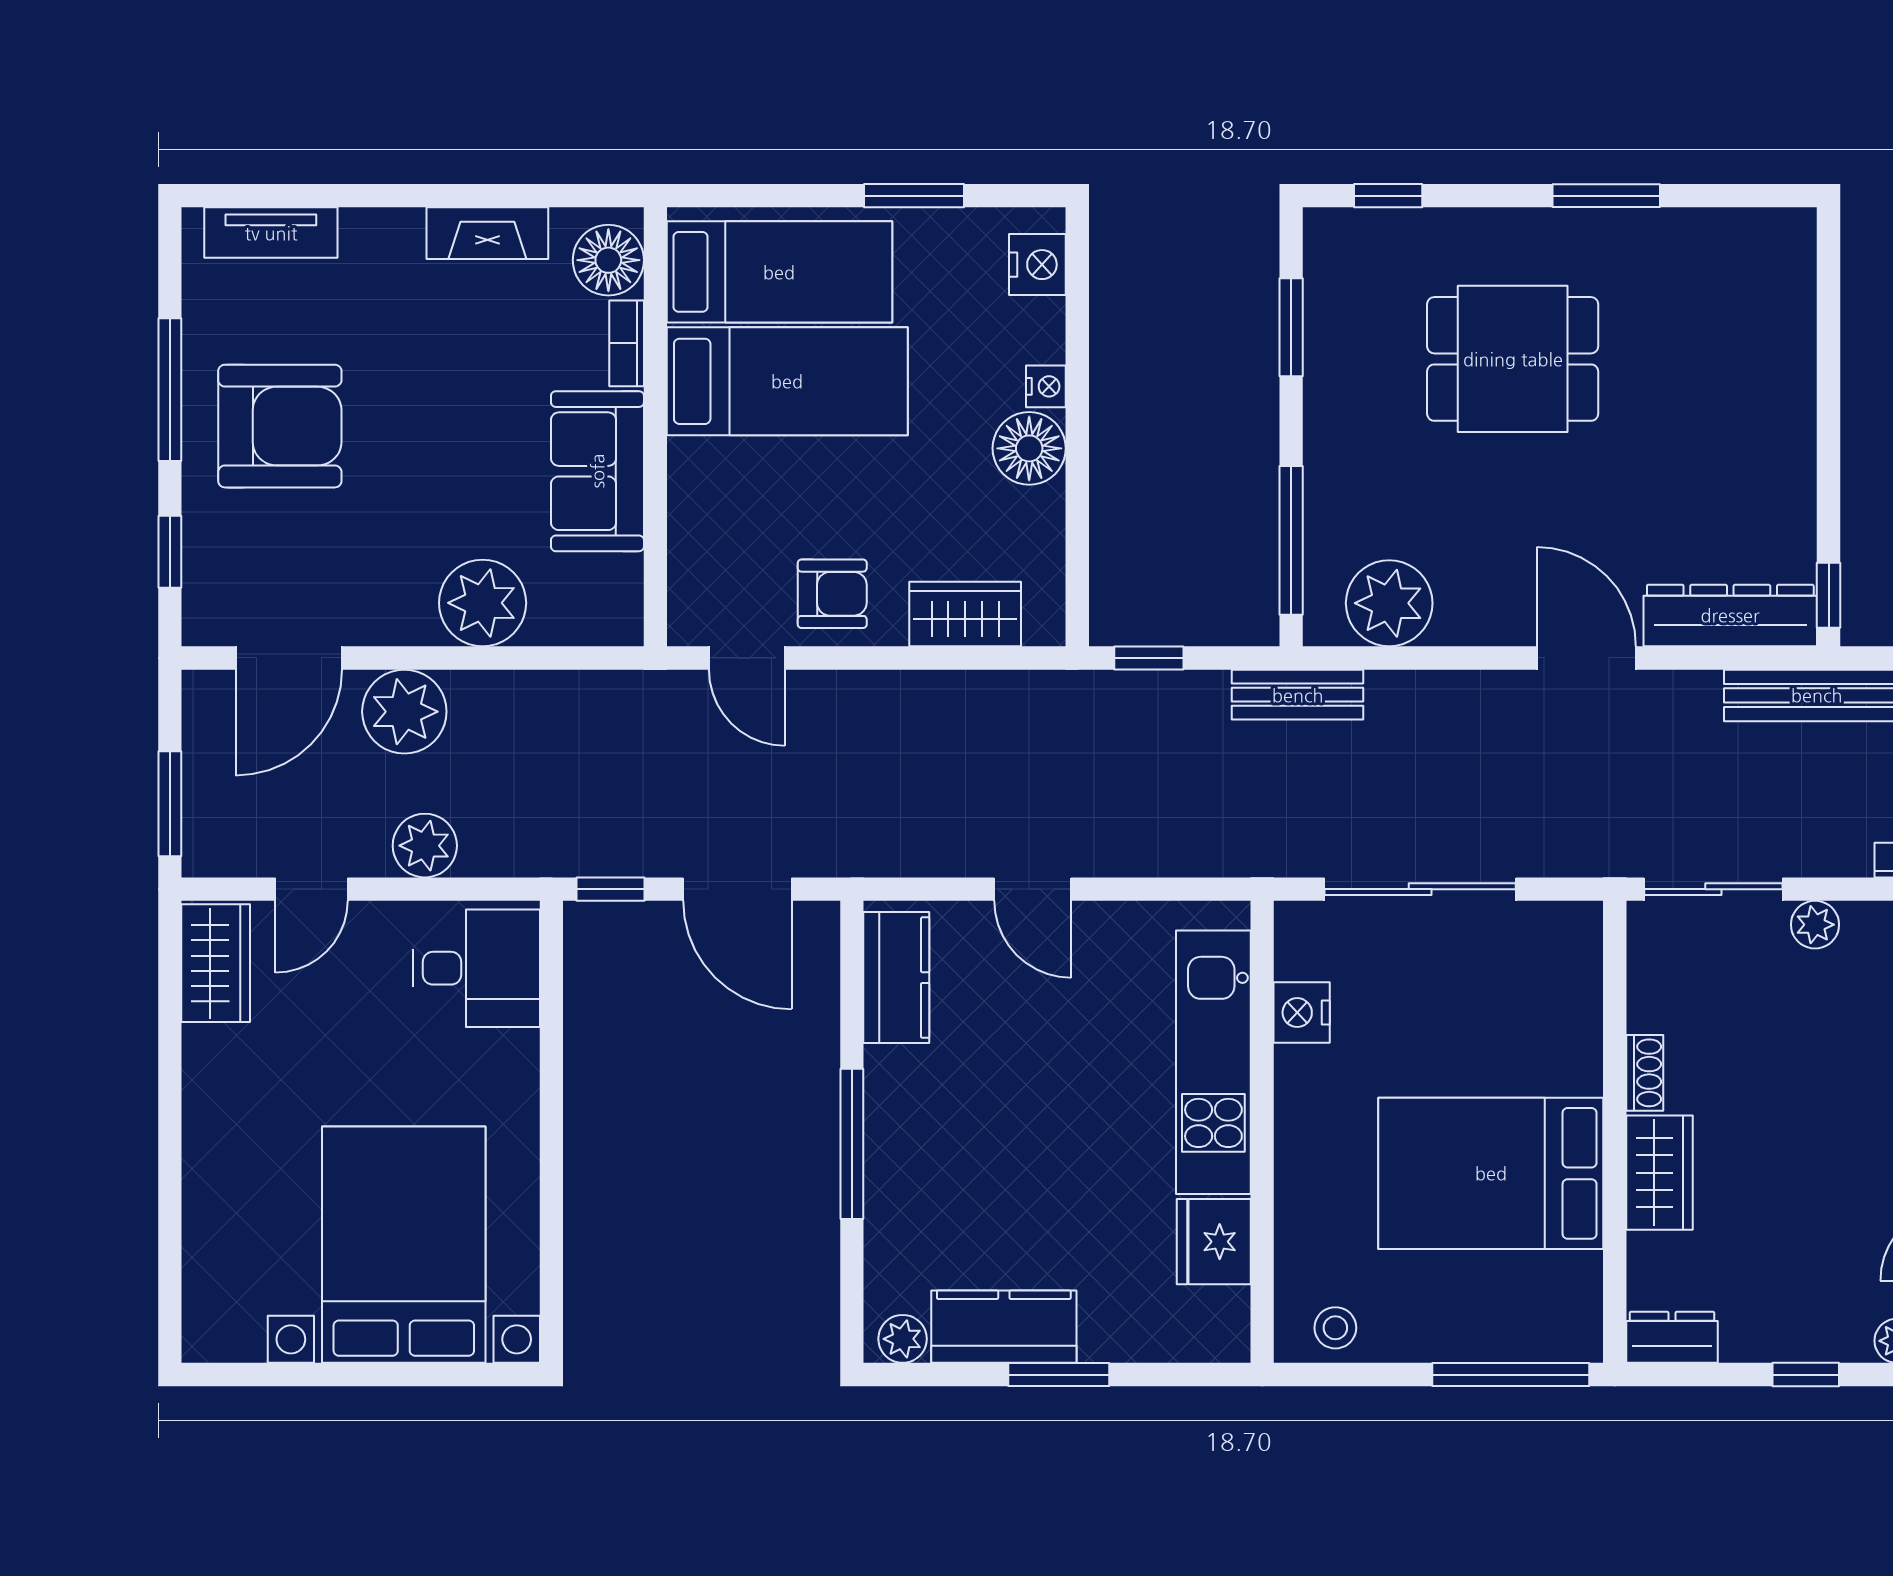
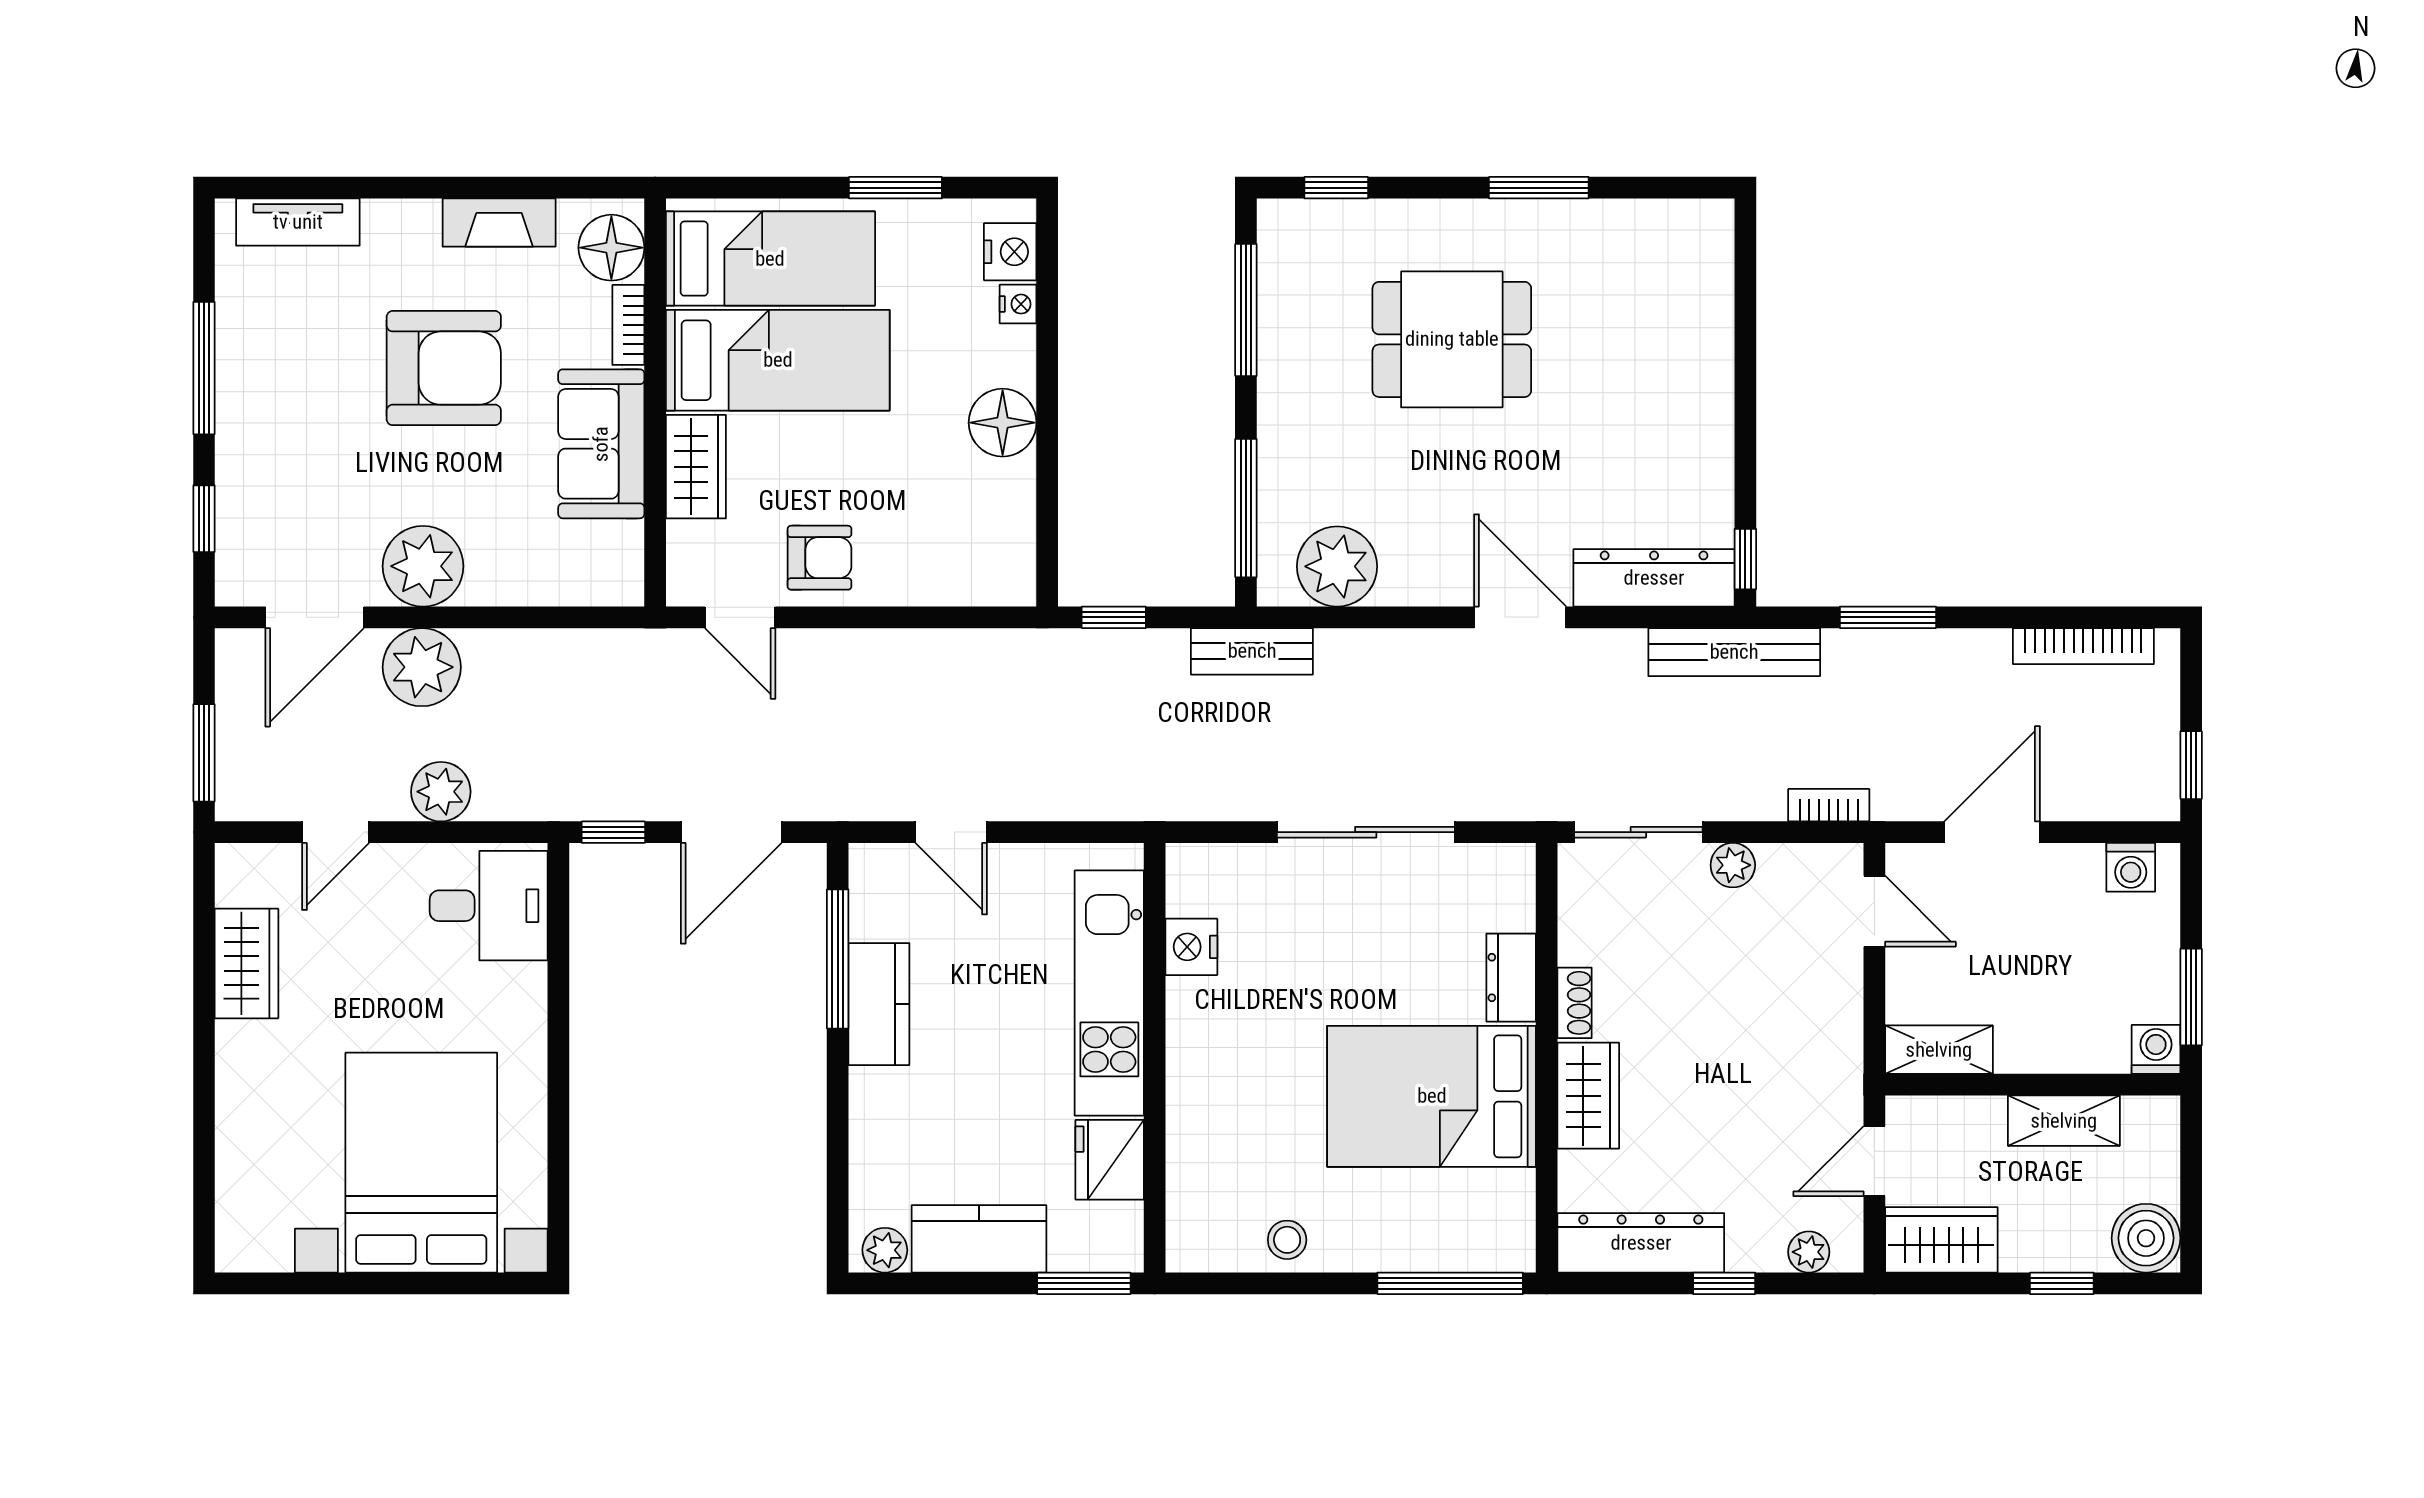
window: (1291, 327) -> (1246, 310), width x1.44
nightstand: (1046, 386) -> (1018, 304), moved
armchair: (280, 426) -> (444, 368), moved
plant: (483, 603) -> (423, 566), moved
wardrobe: (965, 614) -> (696, 467), moved, turned 90
door: (737, 889) -> (731, 832), hinge flipped
door: (1033, 889) -> (951, 832), moved
wardrobe: (216, 963) -> (247, 963), moved
kitchen counter: (896, 978) -> (879, 1004), moved
nightstand: (1302, 1013) -> (1191, 947), moved
dresser: (1576, 1046) -> (1511, 978), added
kitchen unit: (1213, 1062) -> (1109, 993), moved
wall: (1262, 1132) -> (1155, 1058), moved
window: (852, 1144) -> (838, 959), moved
fridge: (1214, 1242) -> (1110, 1160), moved
dresser: (1672, 1337) -> (1641, 1243), width x1.96, depth x1.24
window: (1059, 1375) -> (1084, 1283), moved

